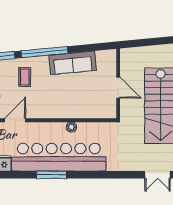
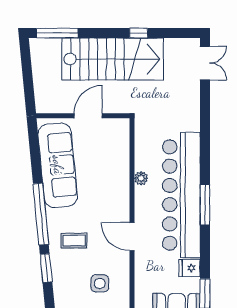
sofa: (73, 63) -> (58, 165), width x1.36, depth x1.27
door: (15, 120) -> (132, 237), moved

